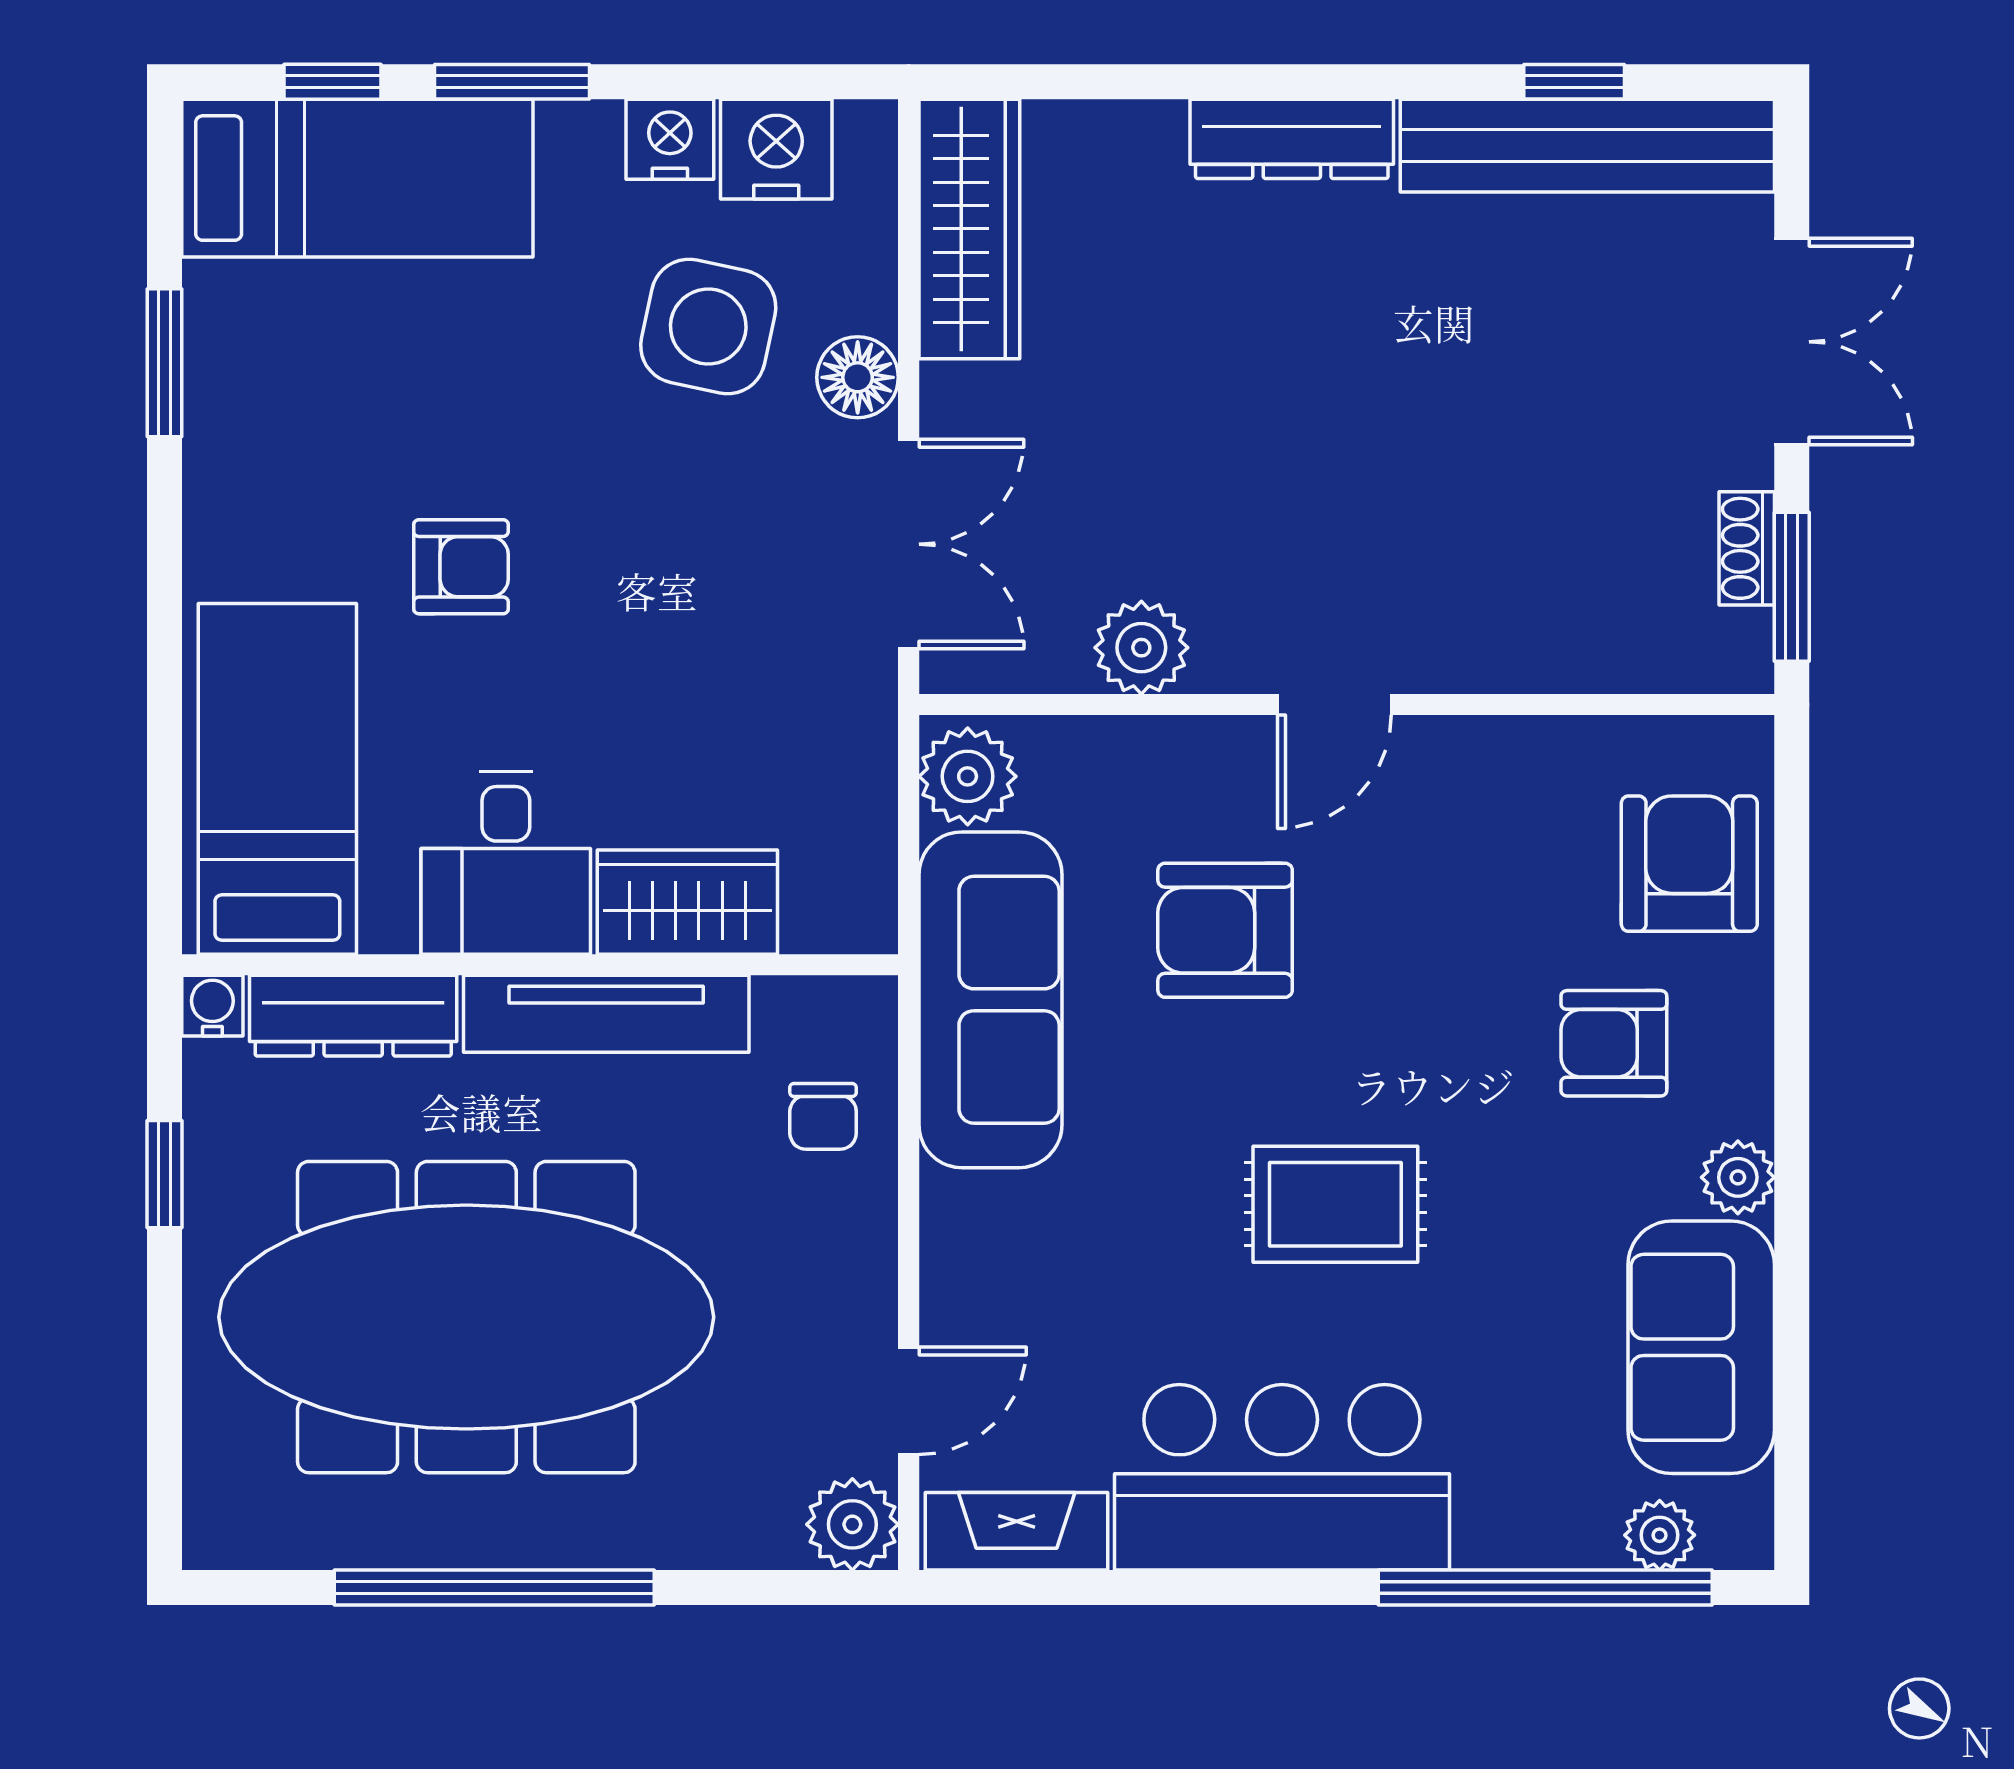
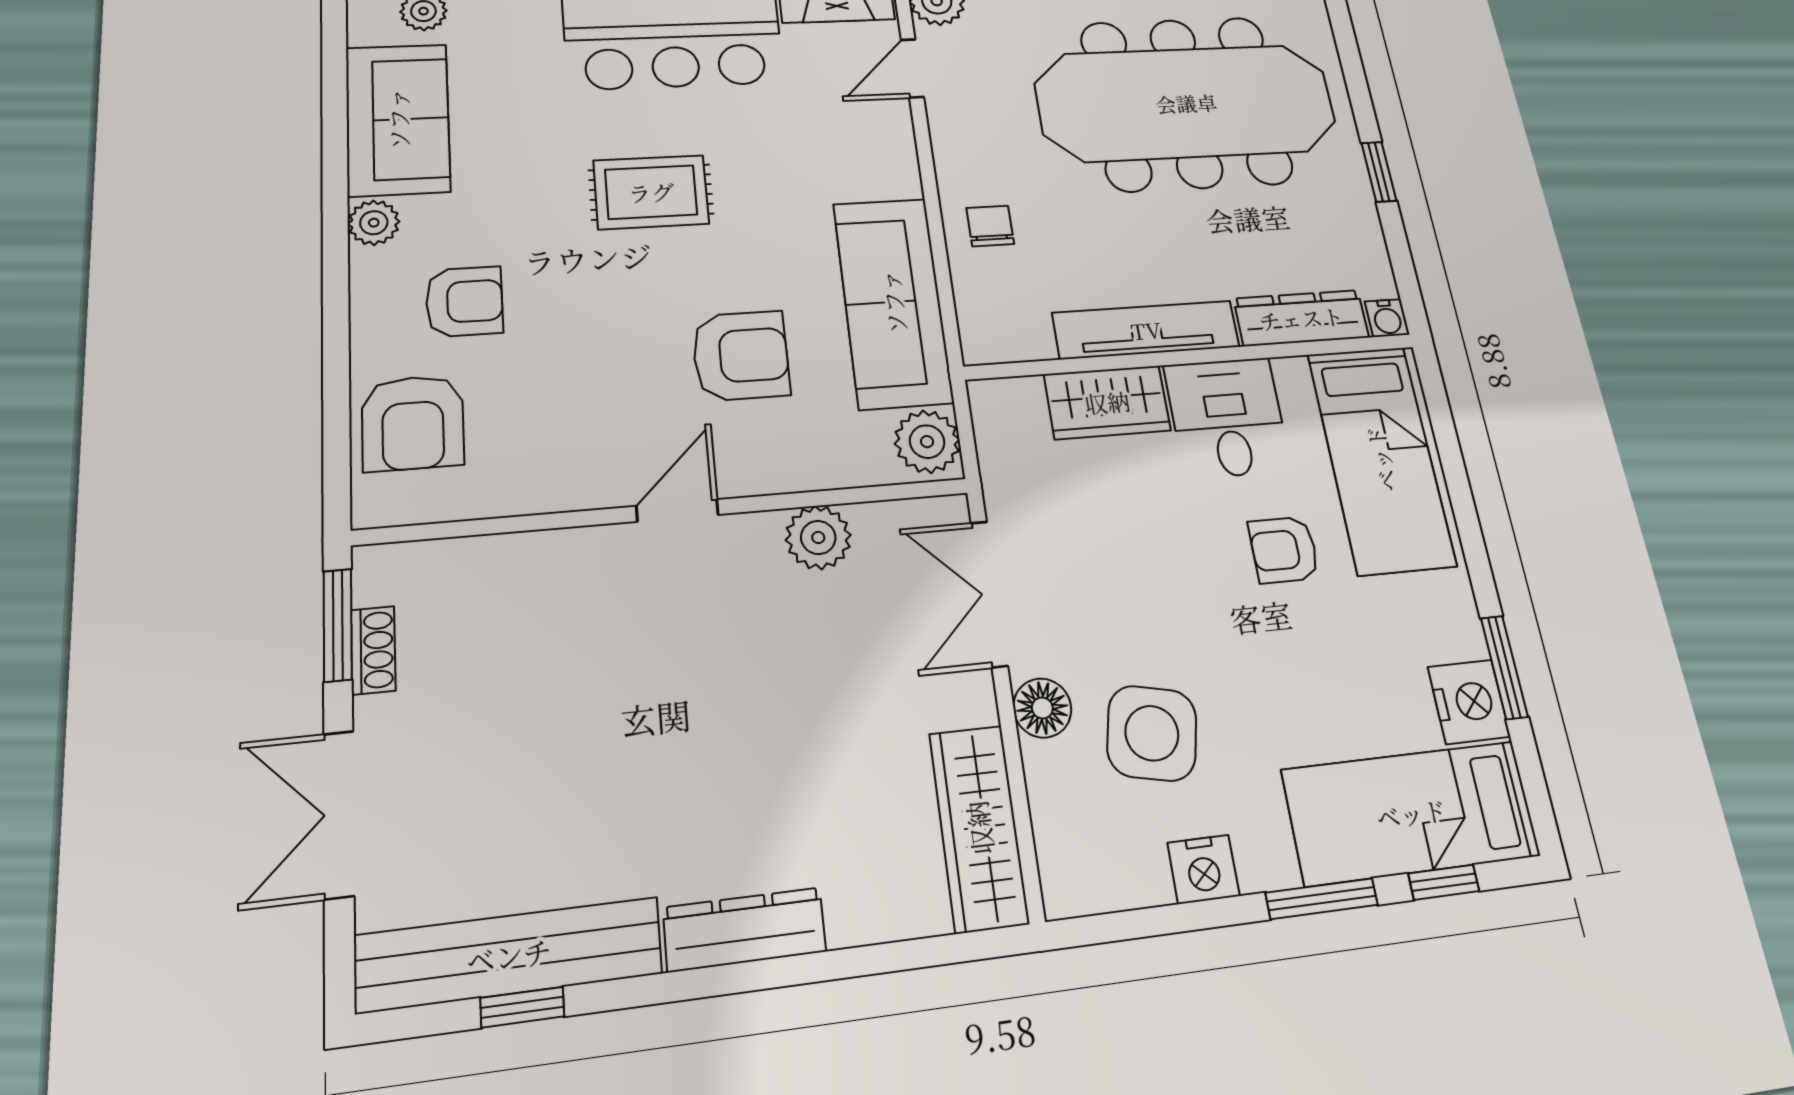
nightstand: (776, 149) -> (1469, 702), moved, turned -90
bed: (277, 779) -> (1381, 459), moved
desk: (506, 863) -> (1227, 418), moved
wardrobe: (687, 902) -> (1107, 402), moved
wall: (540, 965) -> (1193, 357), moved
water cooler: (212, 1006) -> (1387, 318), moved
tv unit: (606, 1014) -> (1146, 330), moved
dresser: (353, 1016) -> (1301, 318), moved

